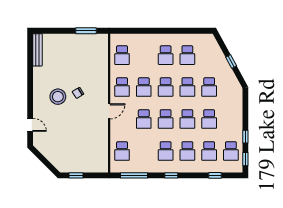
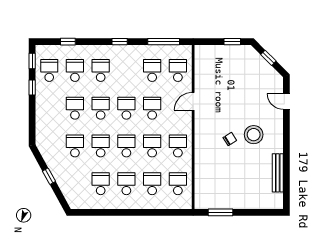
bench: (38, 50) -> (278, 173), moved
school desk: (144, 55) -> (152, 184), added
door: (109, 111) -> (193, 101), moved
school desk: (166, 151) -> (152, 70), moved
window: (45, 162) -> (268, 58), added

